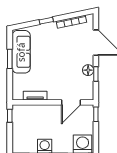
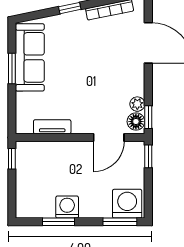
floor lamp: (88, 70) -> (136, 122), moved
window: (96, 74) -> (148, 117), moved
plant: (89, 81) -> (137, 104), added

